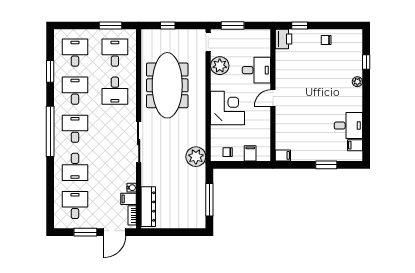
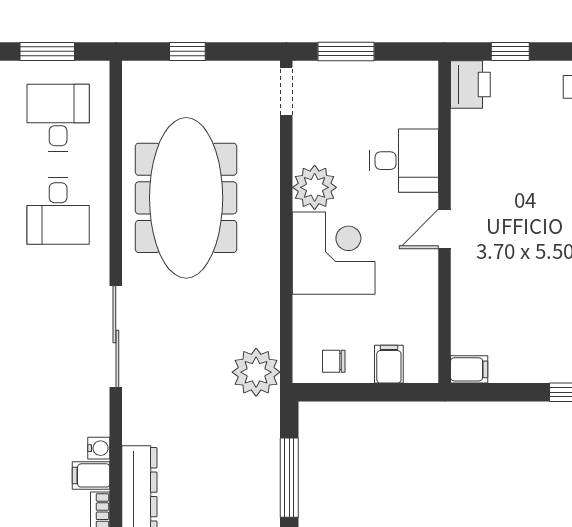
plant: (220, 66) -> (315, 187), moved

